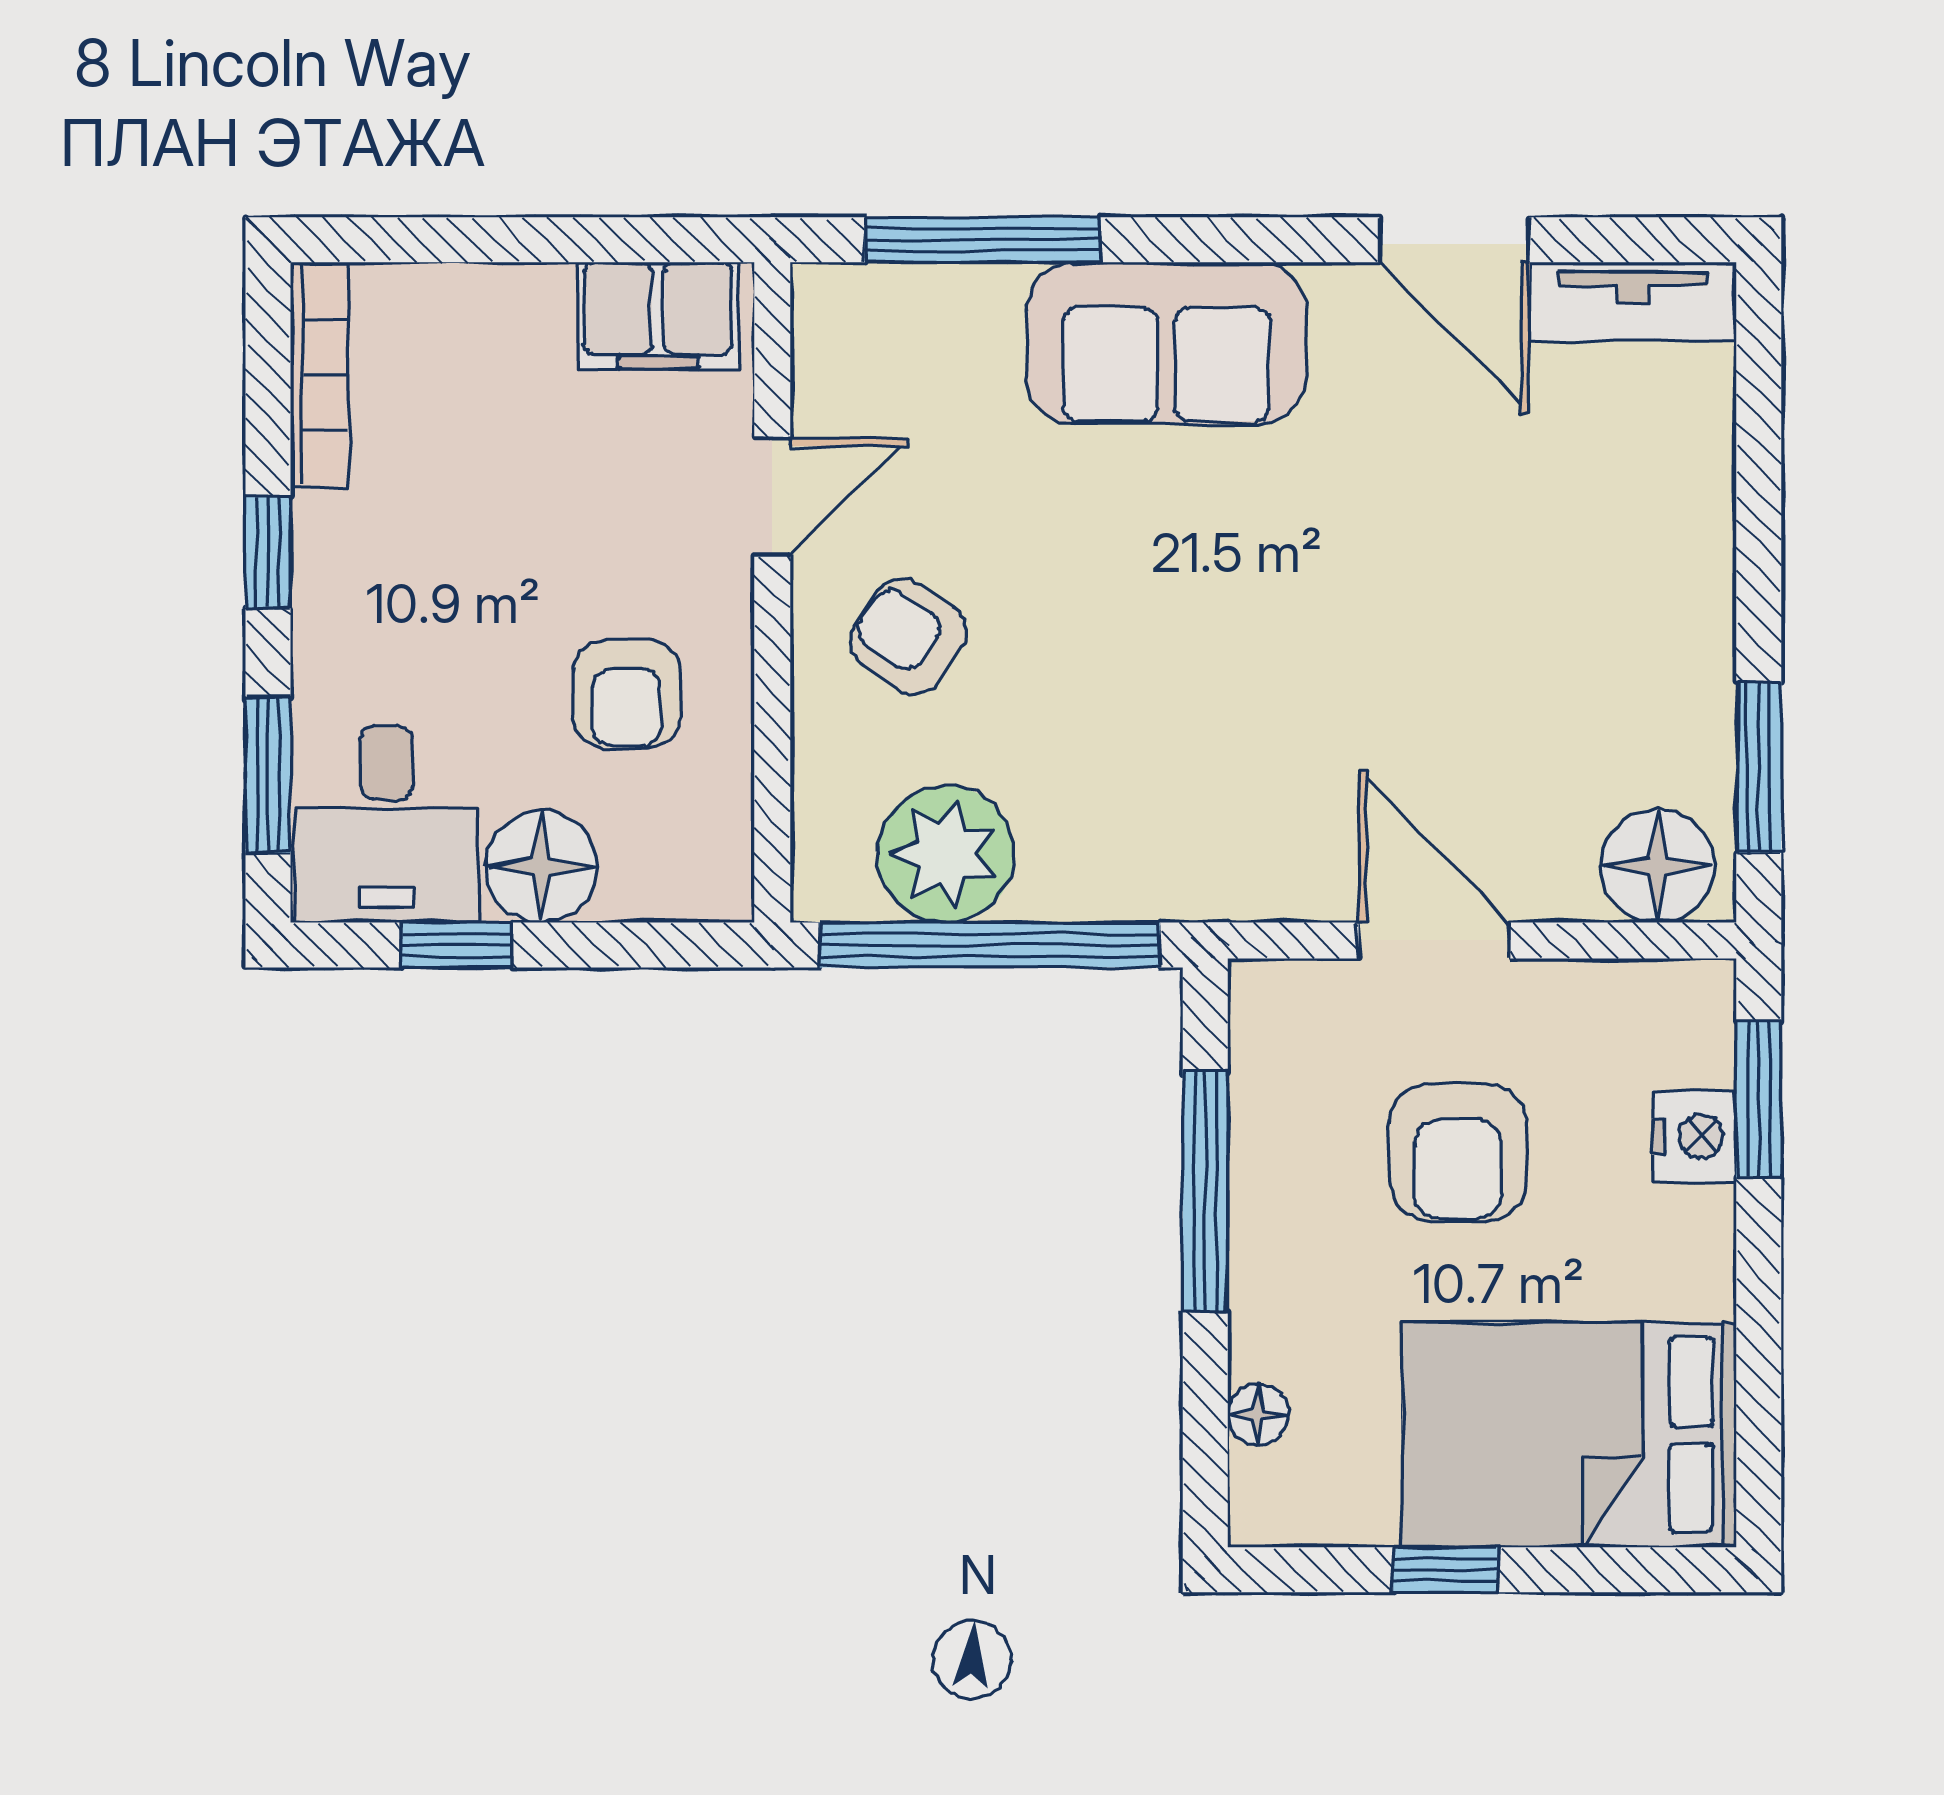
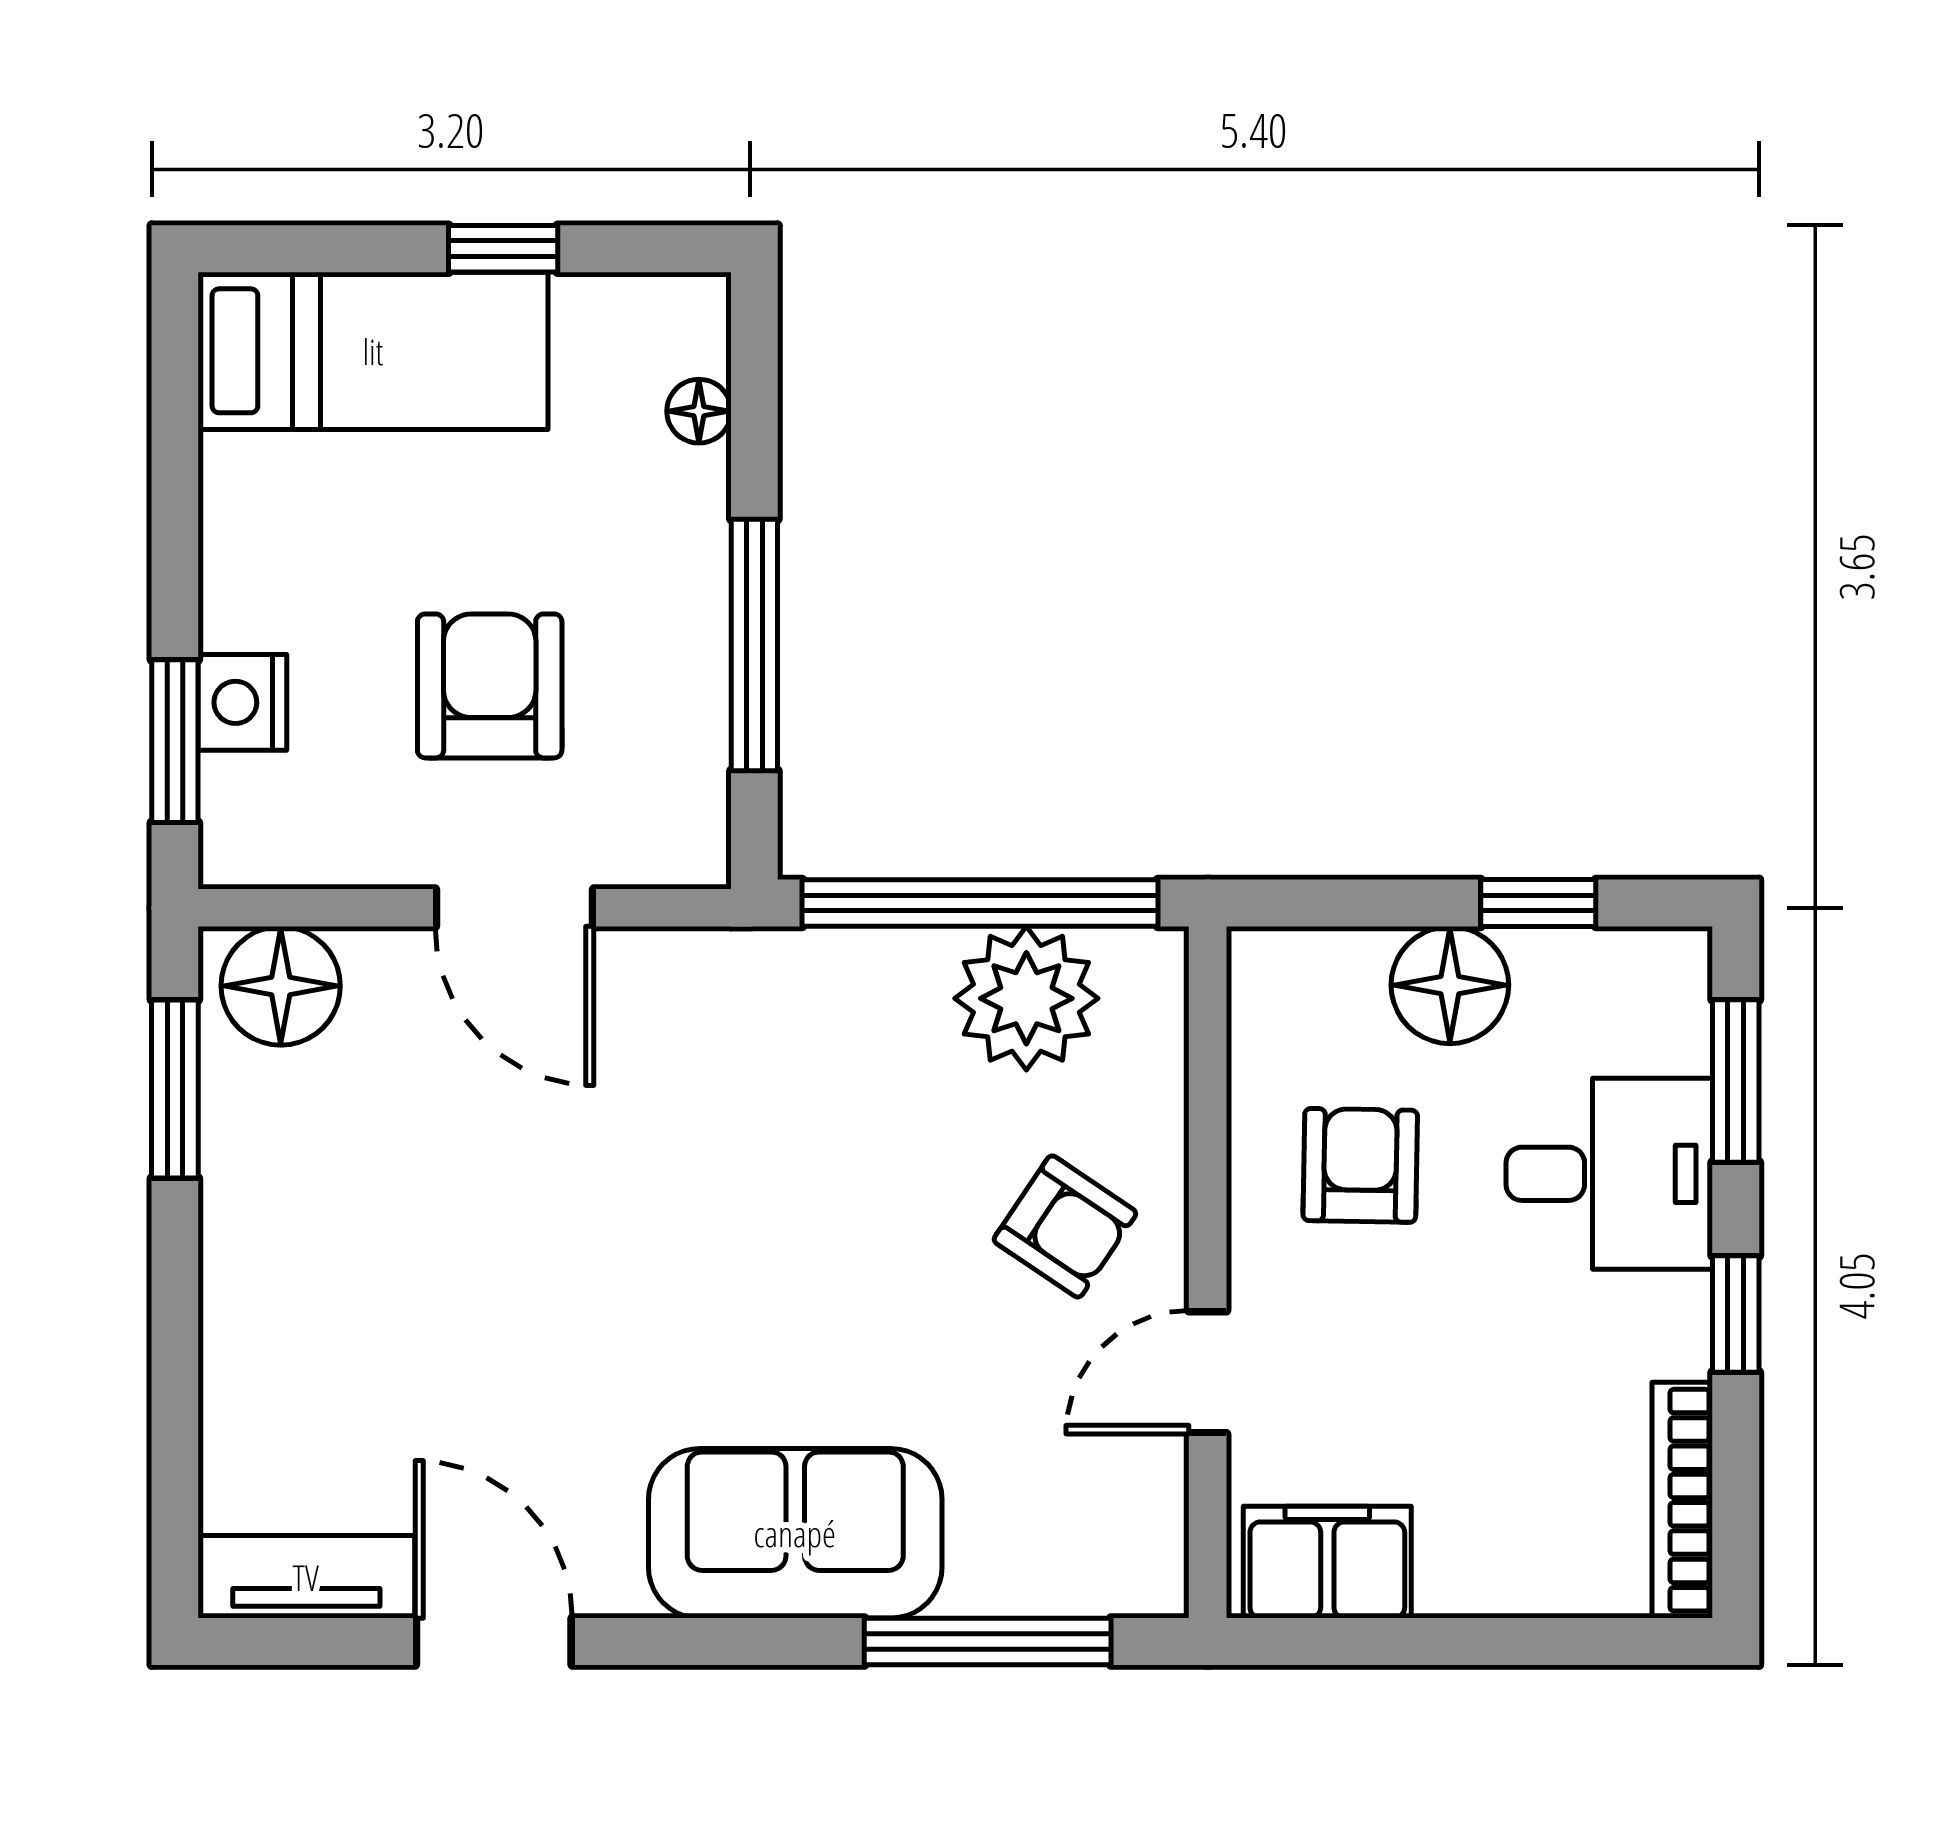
desk: (386, 824) -> (1609, 1174), moved, turned 90
bed: (1569, 1435) -> (373, 351), width x0.67

